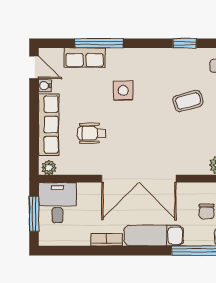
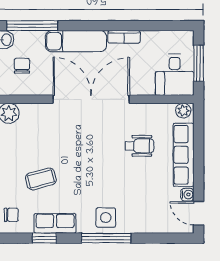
window: (99, 43) -> (106, 238), moved
row of seats: (85, 58) -> (55, 223), moved
side table: (123, 90) -> (106, 218), moved

